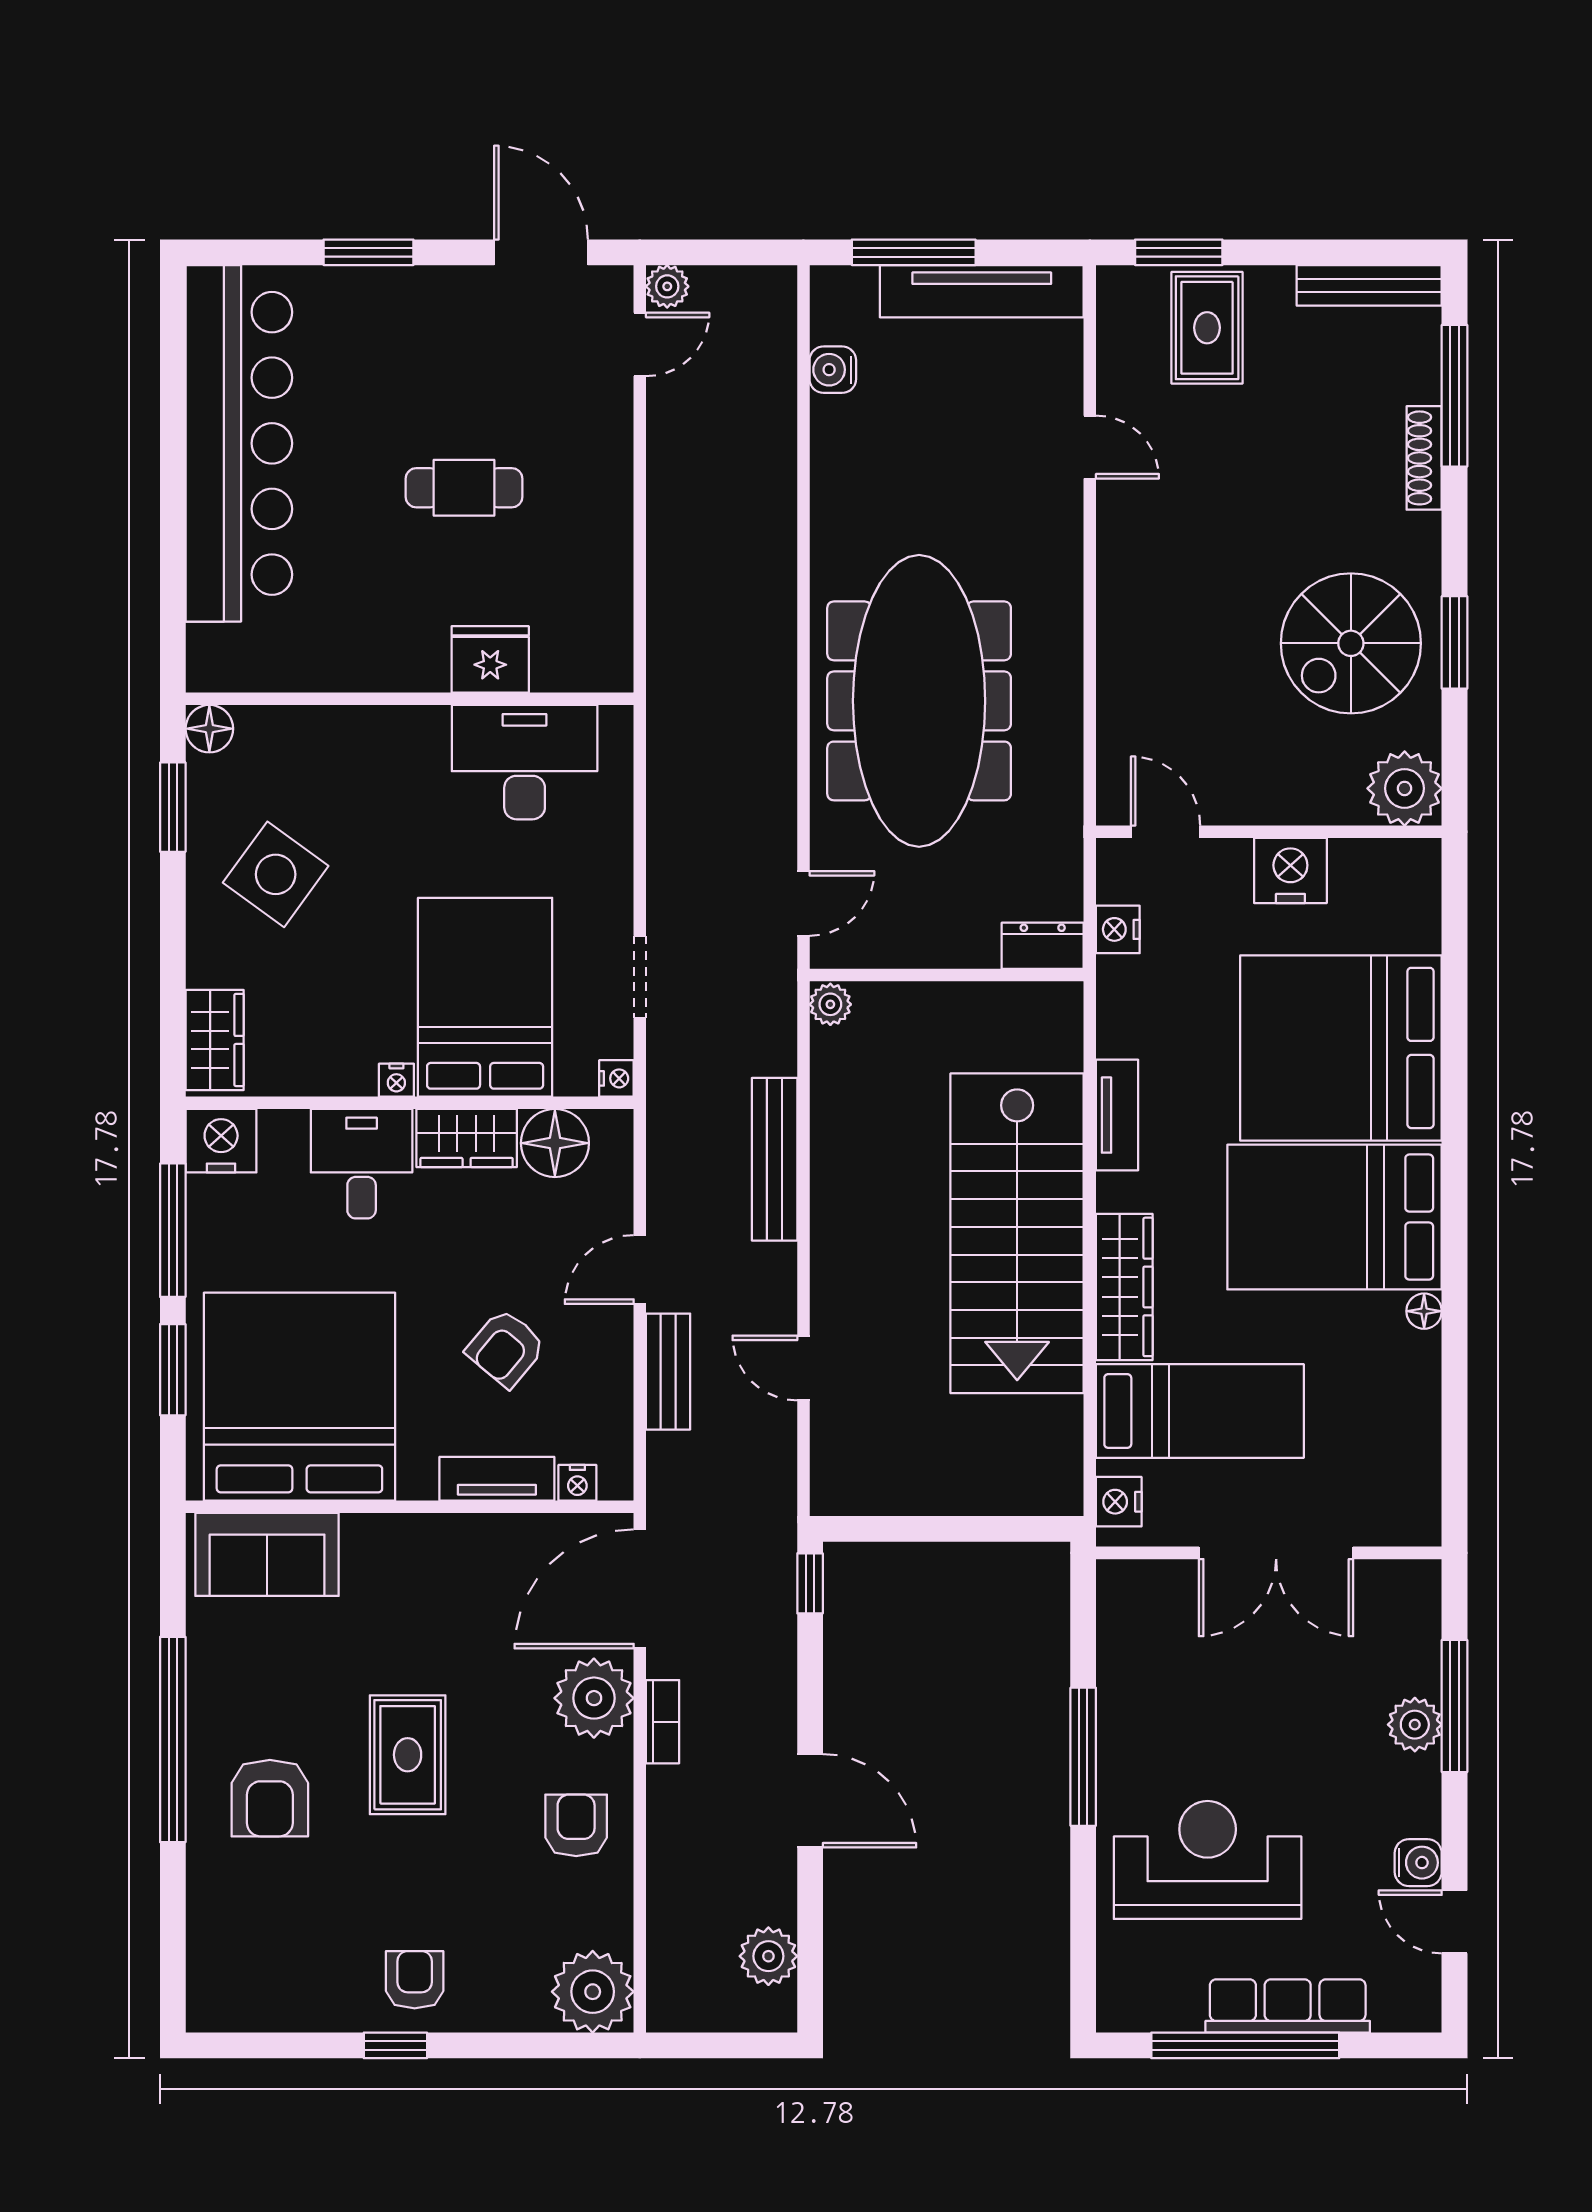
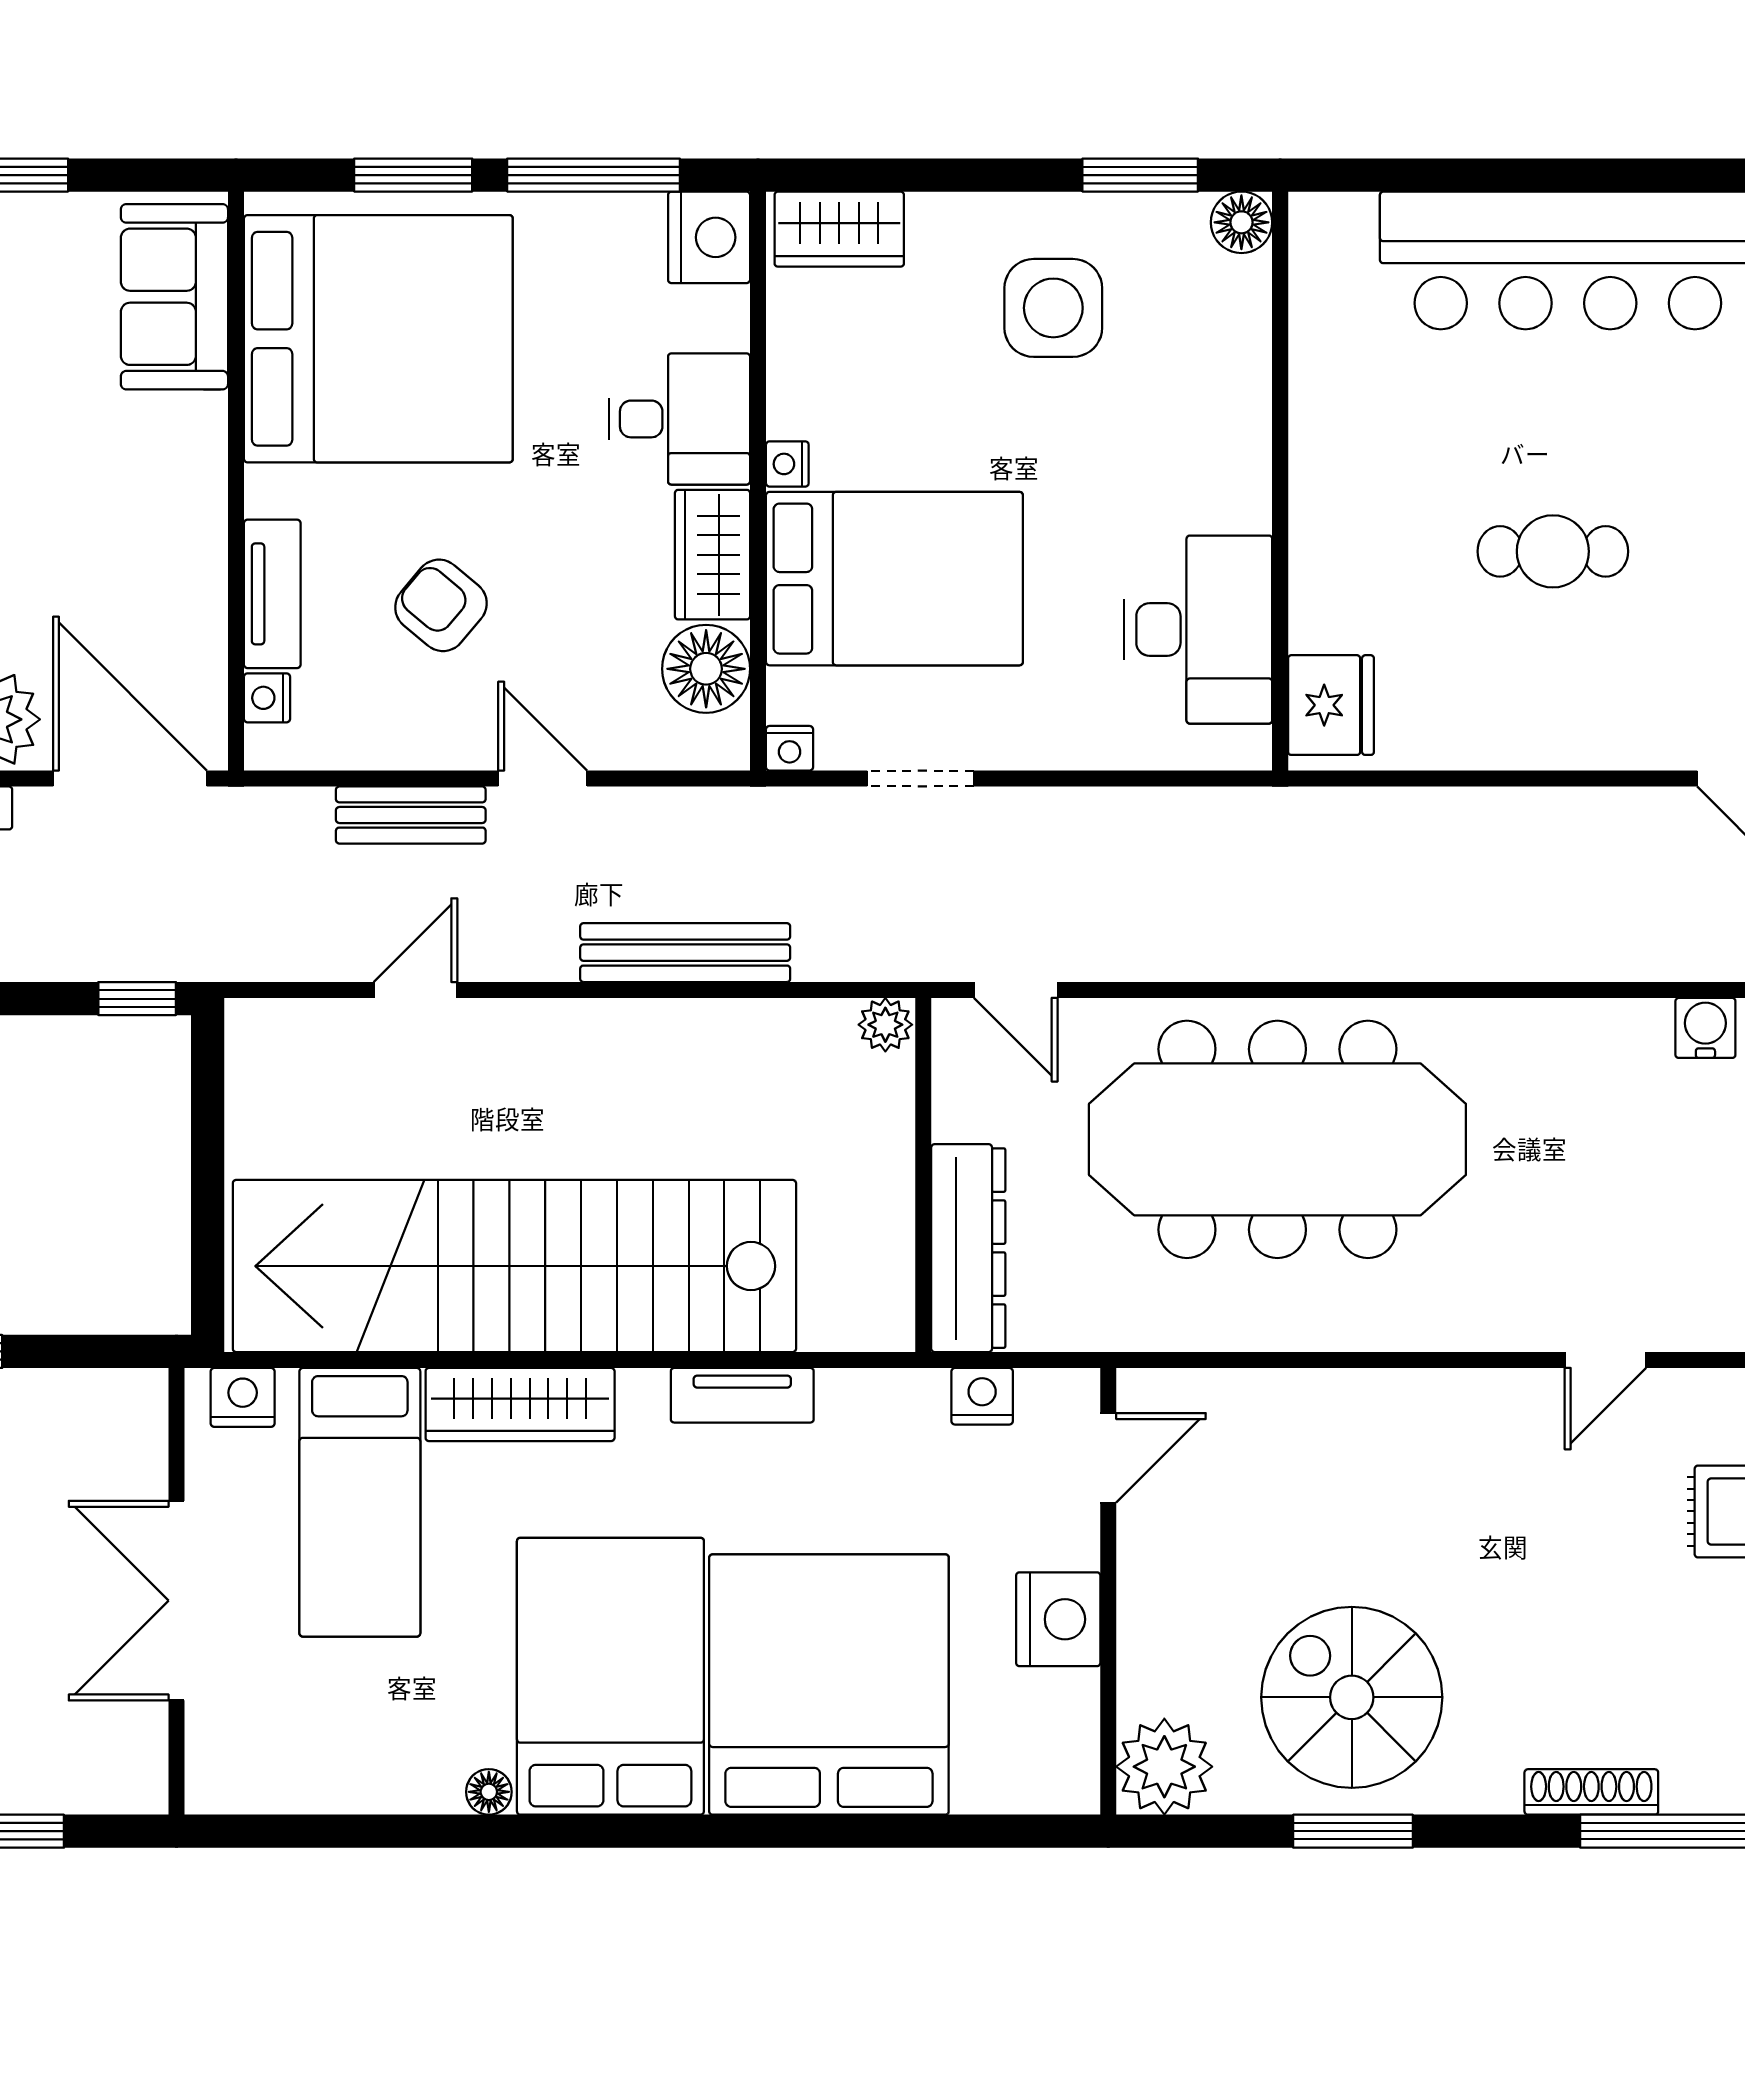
cafe table: (464, 488) -> (1553, 551), turned 90
fridge: (490, 659) -> (1331, 705), moved
side table: (276, 874) -> (1053, 308), turned -36
dresser: (1043, 946) -> (968, 1248), width x1.96, depth x1.24
stairs: (1017, 1233) -> (514, 1266), width x1.36

